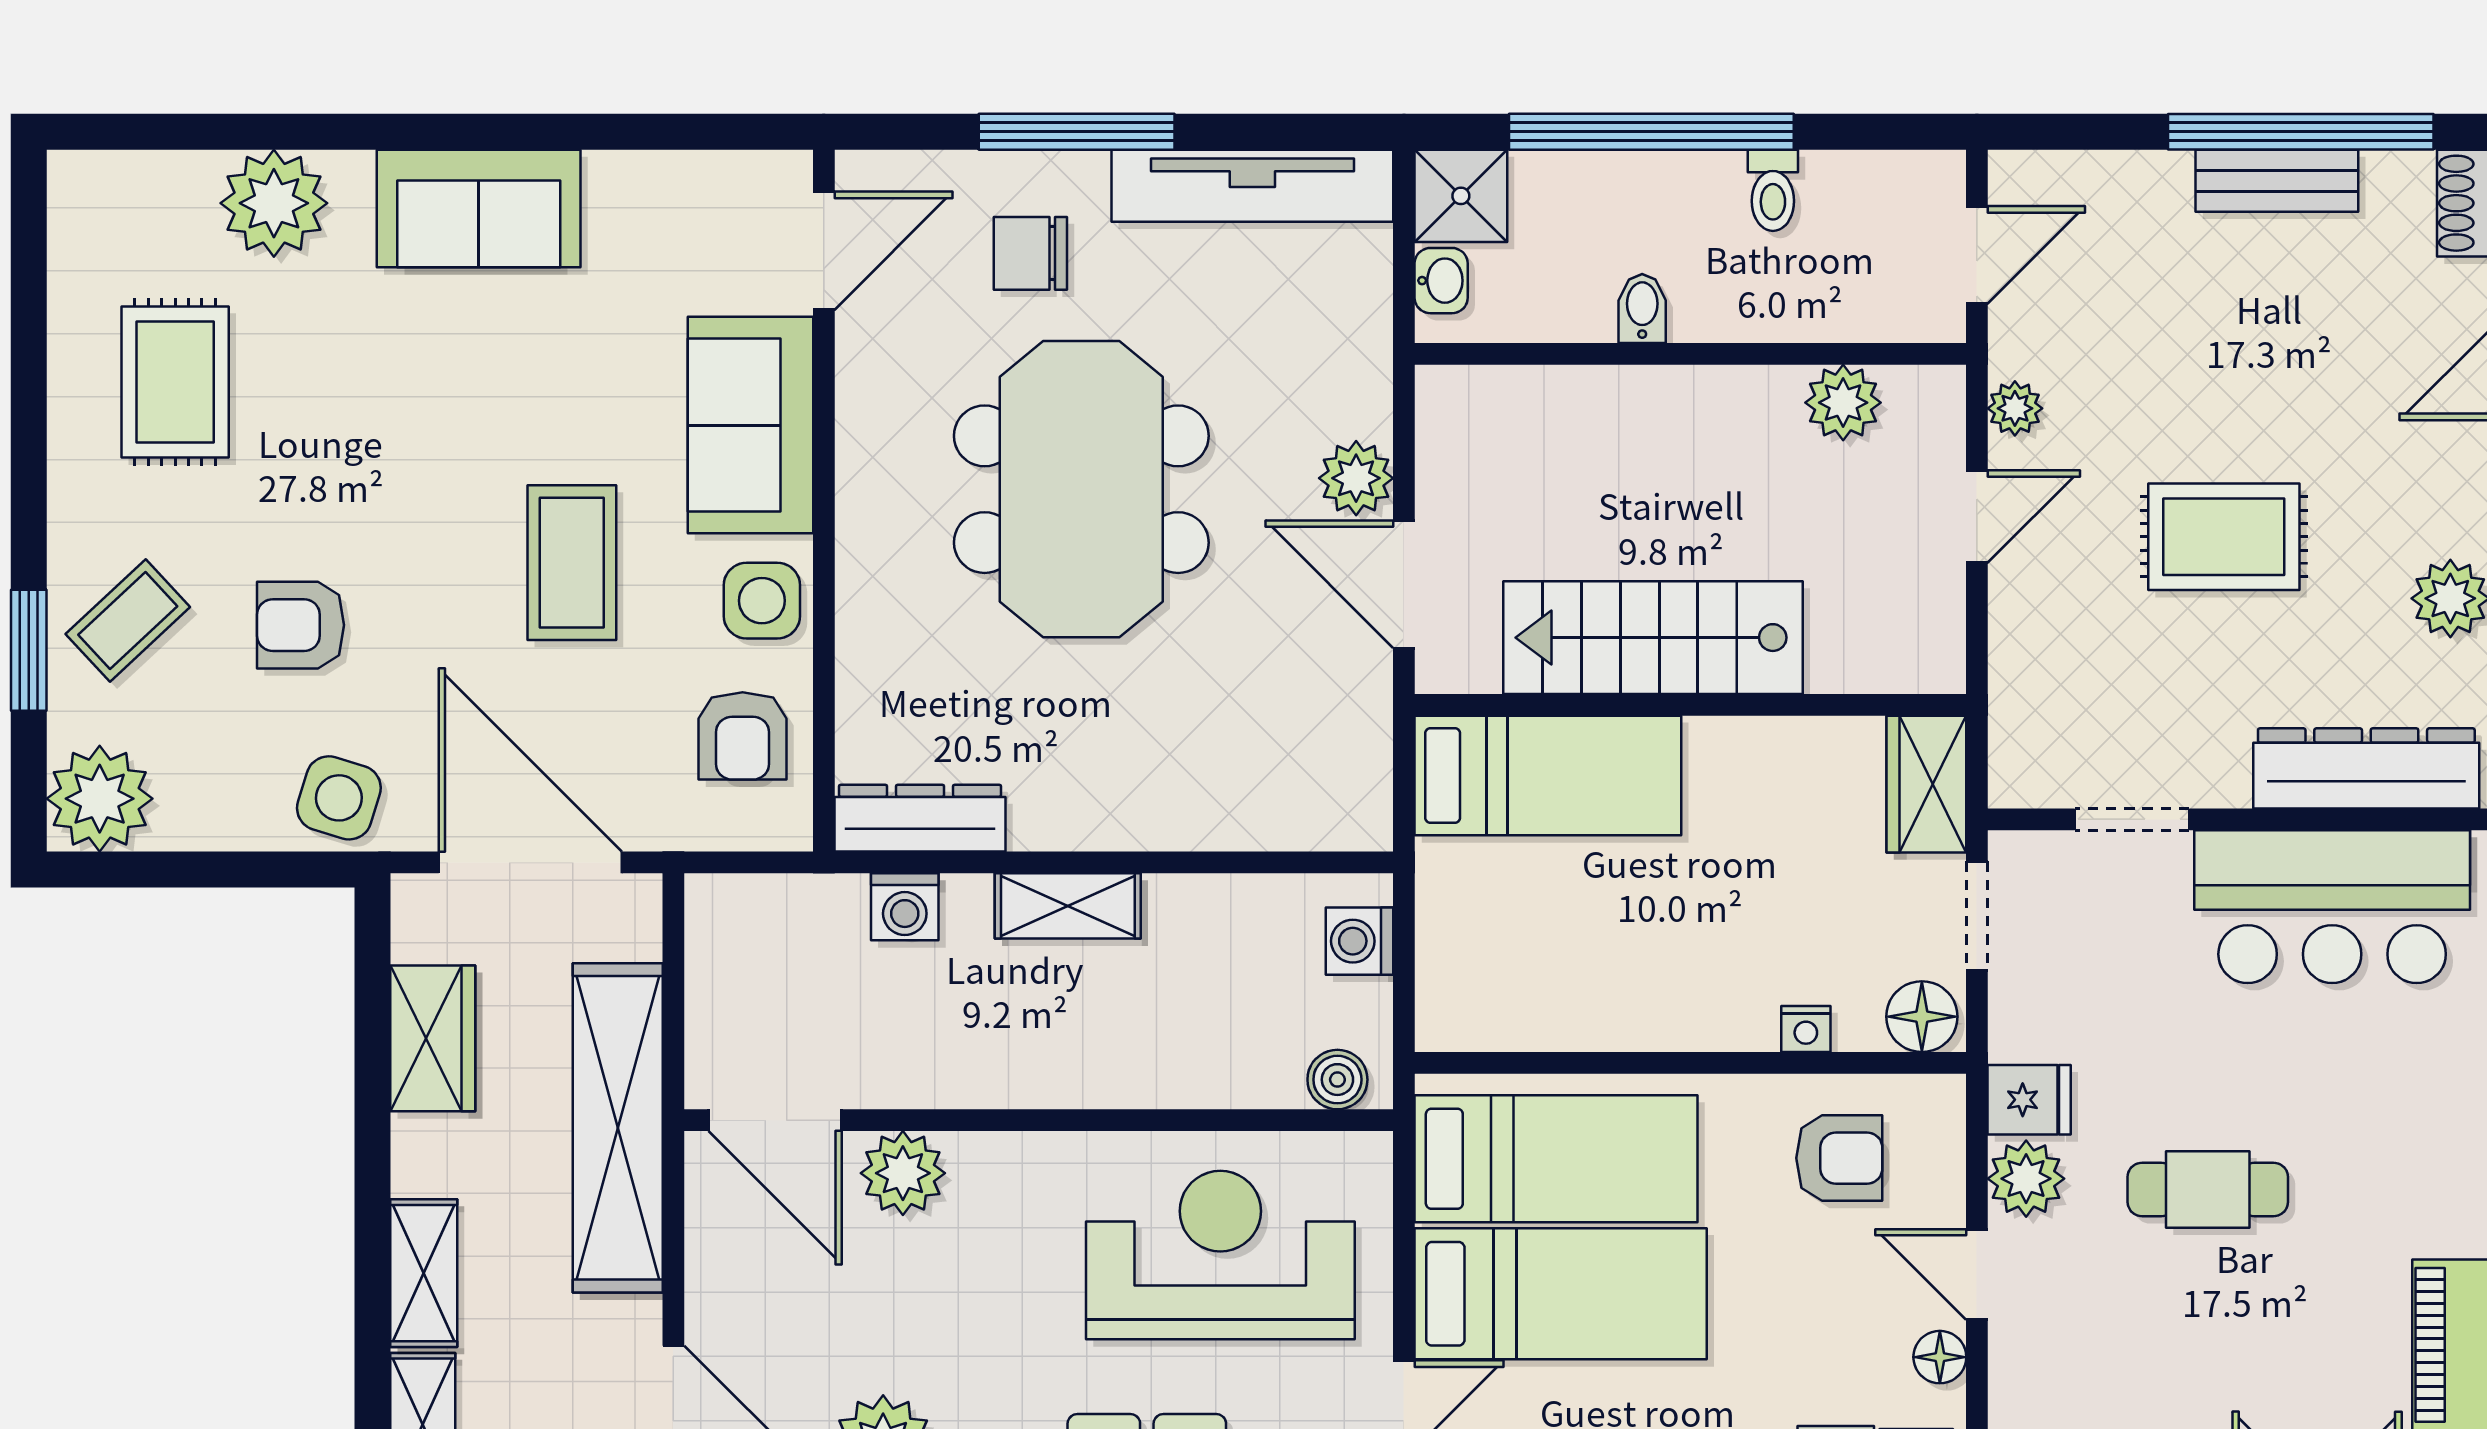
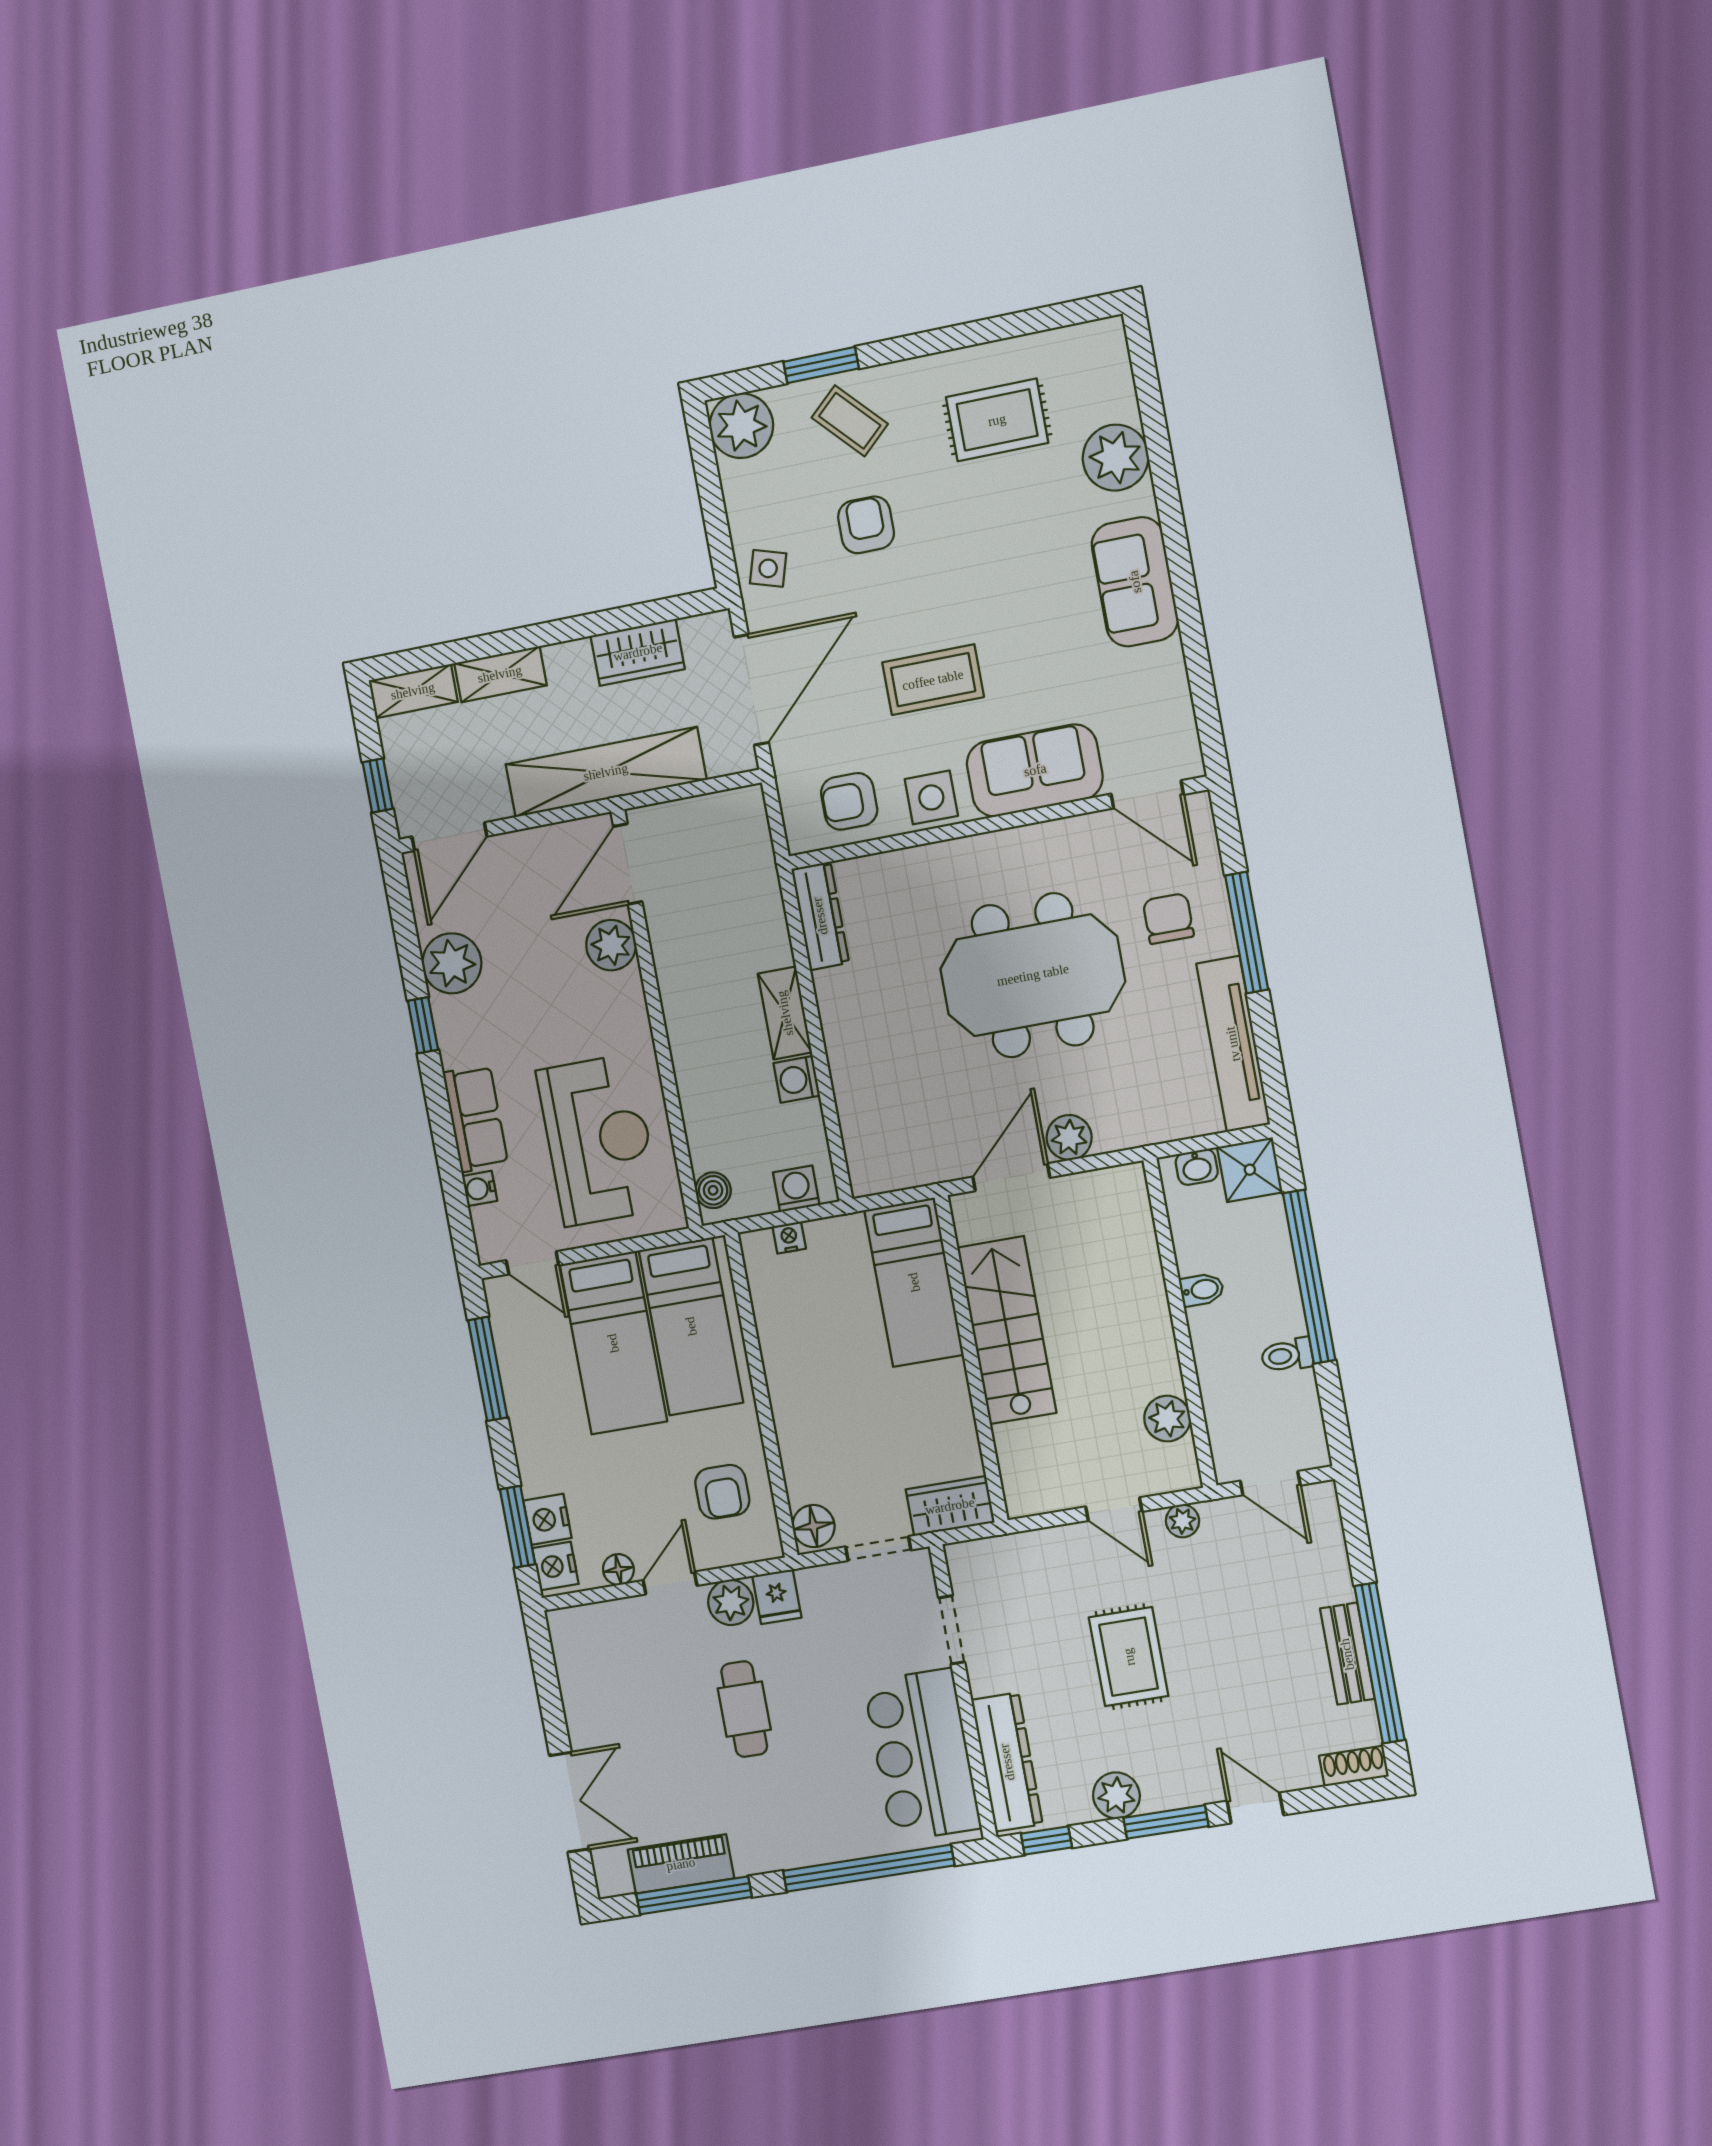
side table: (339, 798) -> (768, 568), width x0.73, depth x0.73
washing machine: (905, 907) -> (797, 1079), moved
nightstand: (1806, 1029) -> (789, 1238), moved, turned 90

